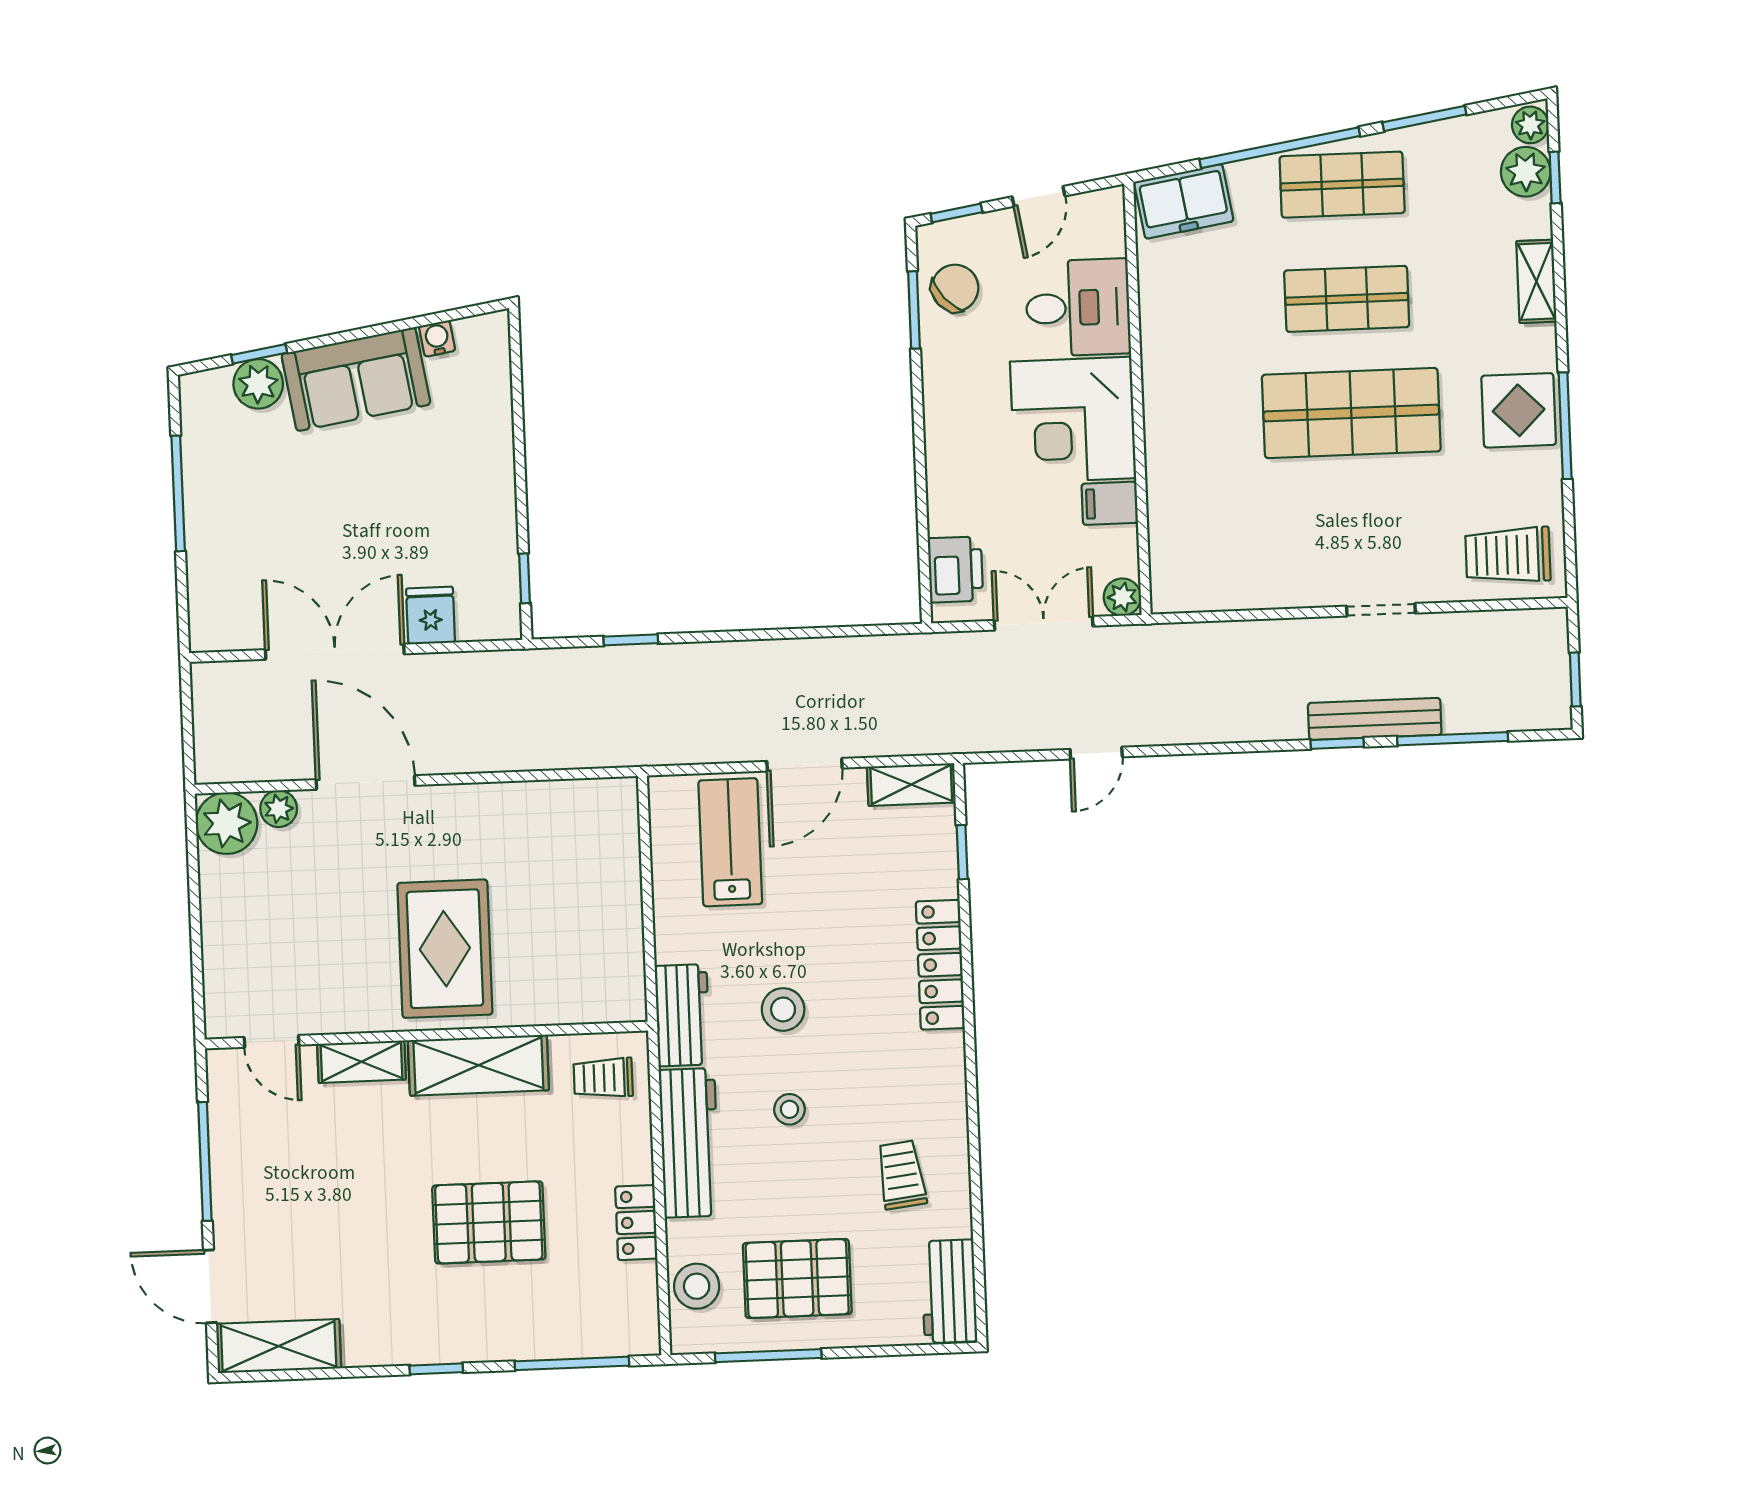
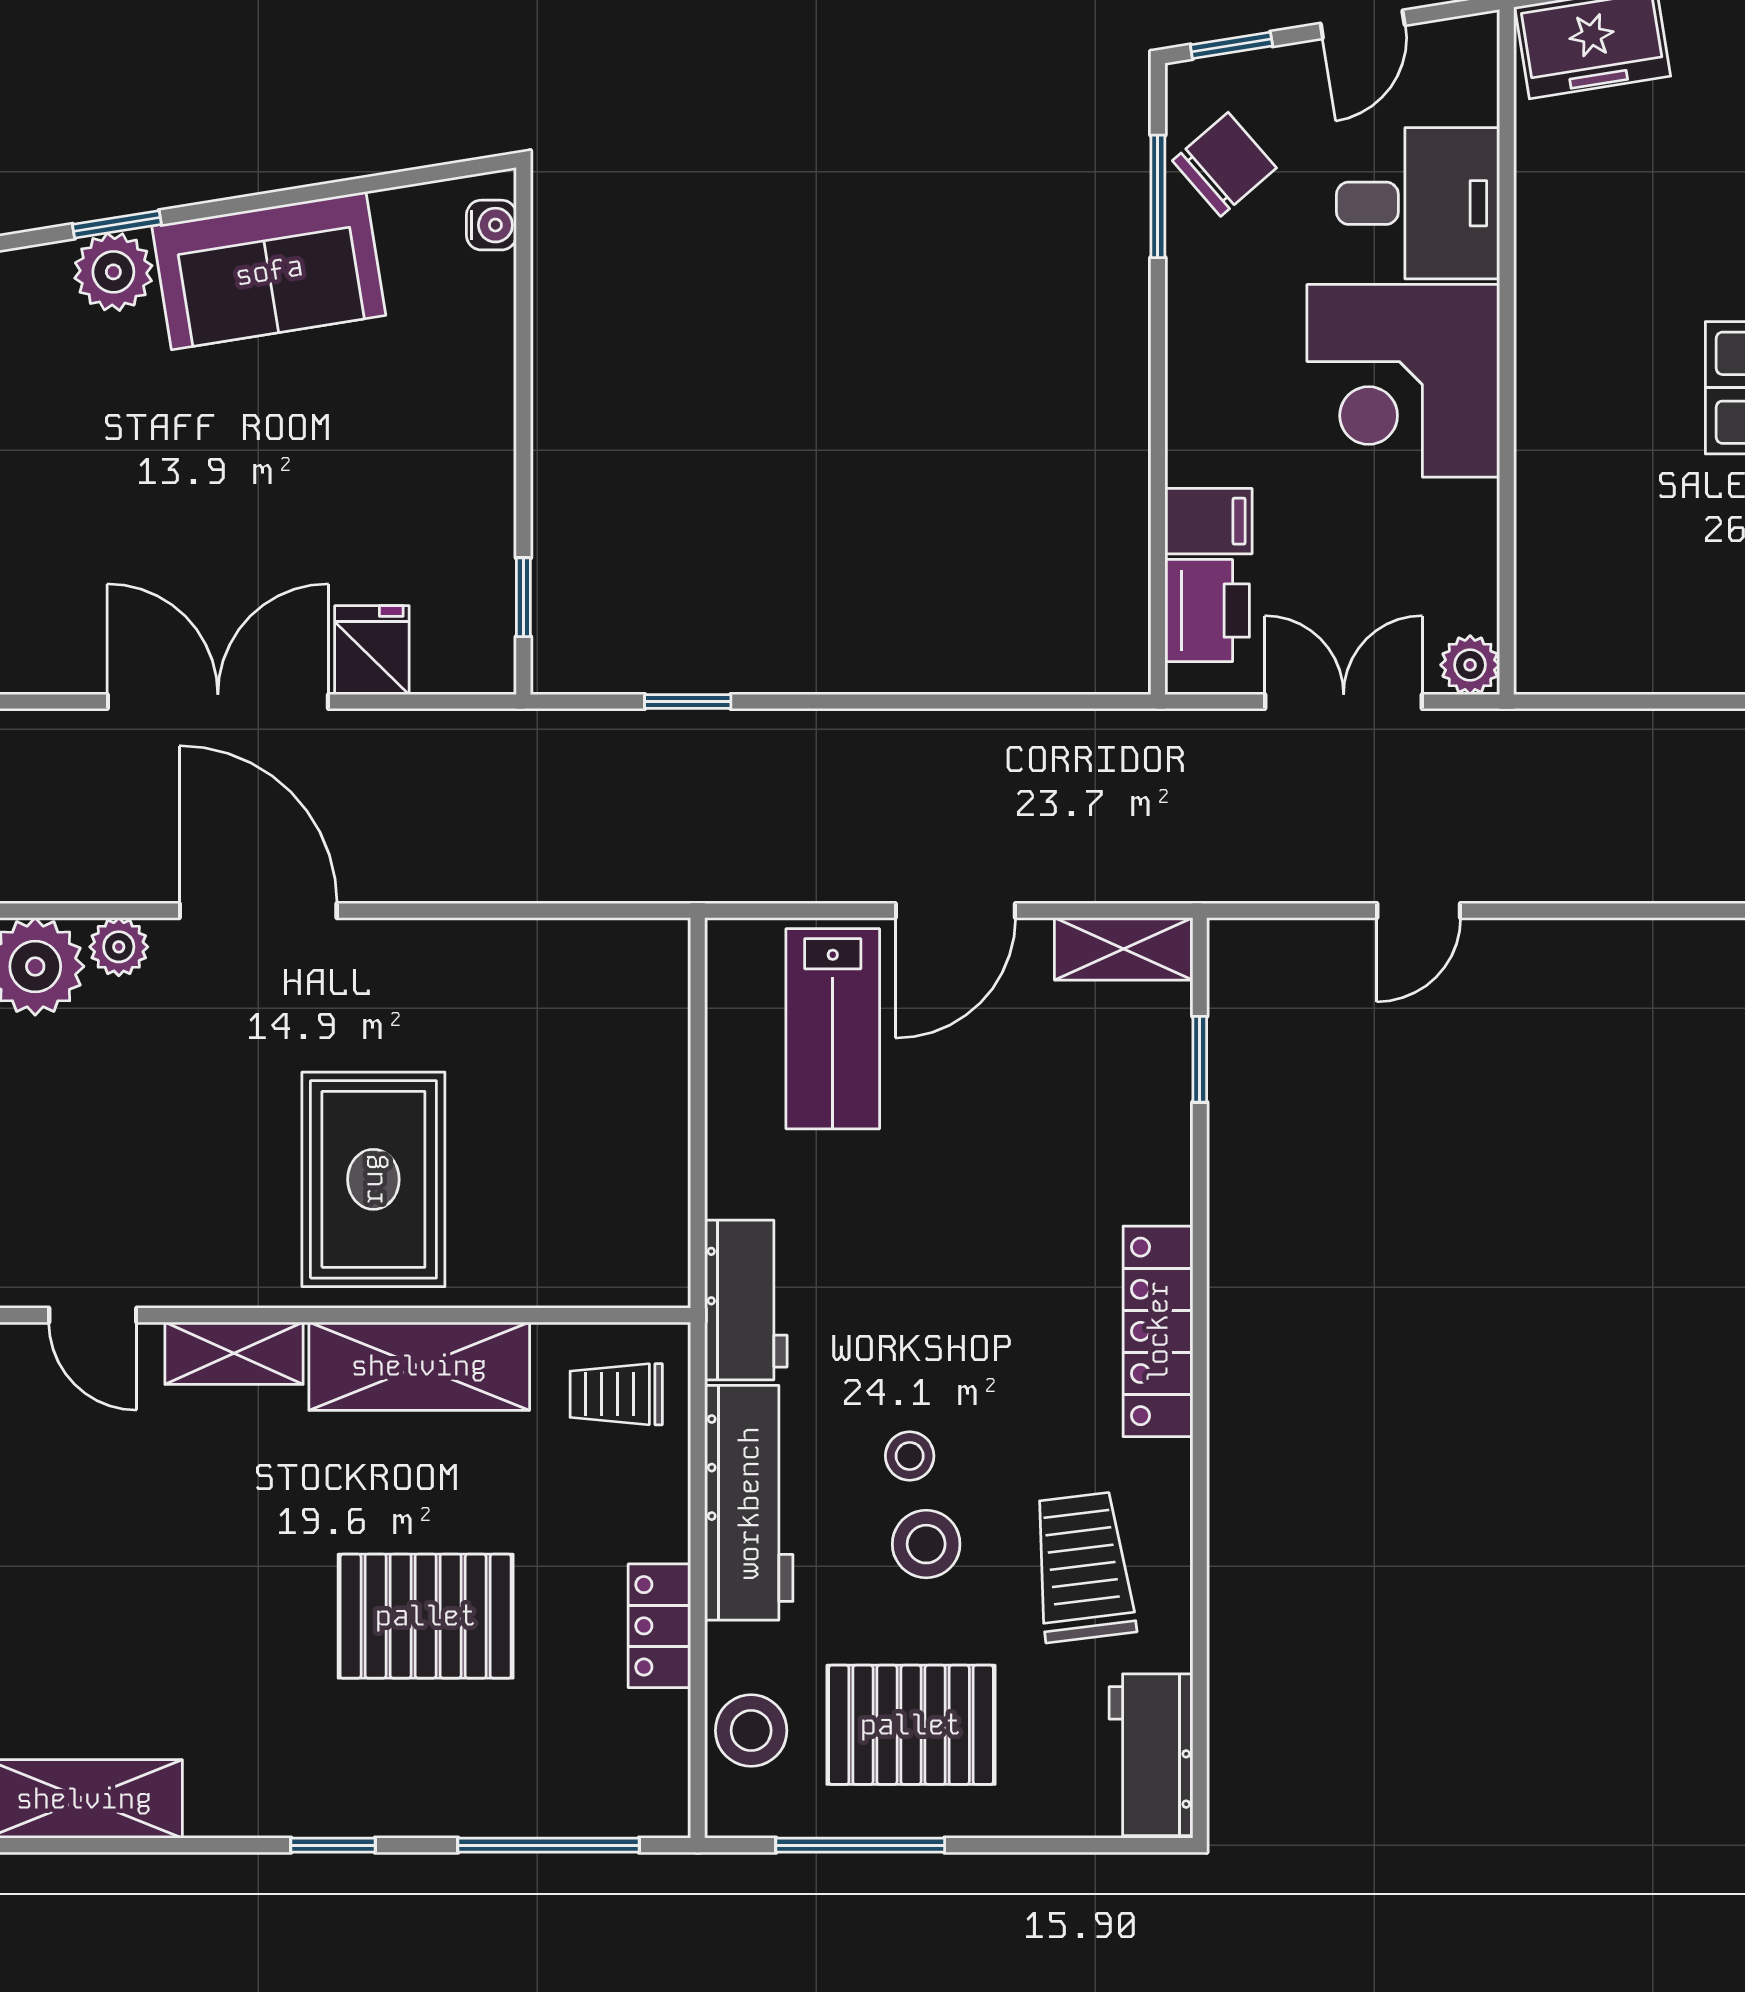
water cooler: (437, 338) -> (491, 225), moved, turned 99
filing cabinet: (1110, 503) -> (1208, 521), moved, turned 180
lab bench: (730, 842) -> (833, 1029), turned 180
locker: (940, 965) -> (1158, 1331), moved
stool: (783, 1009) -> (926, 1544), moved
trolley: (901, 1175) -> (1083, 1567), width x1.36, depth x1.39

